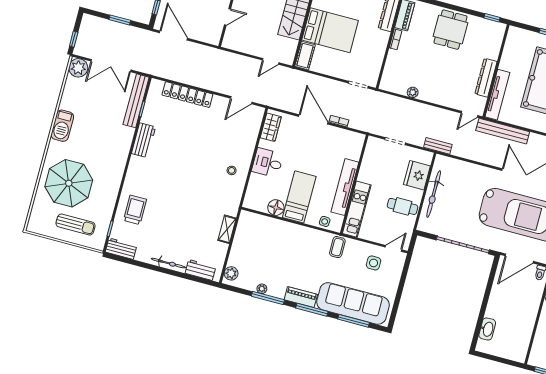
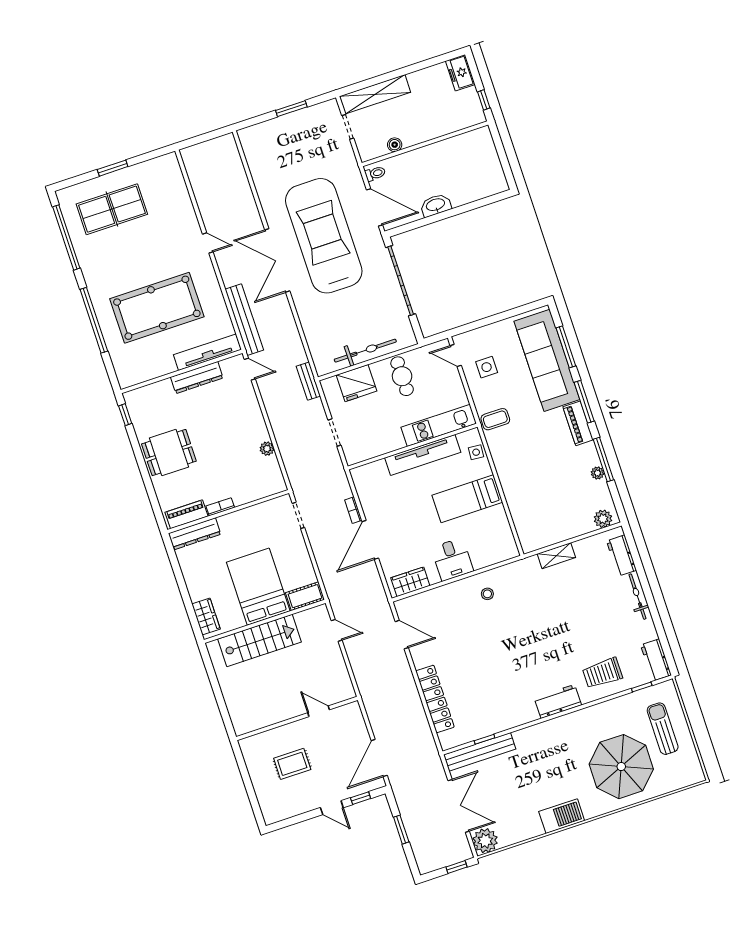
workbench: (144, 140) -> (558, 701), moved
floor lamp: (276, 208) -> (496, 517), removed
washbasin: (487, 329) -> (436, 205), moved

